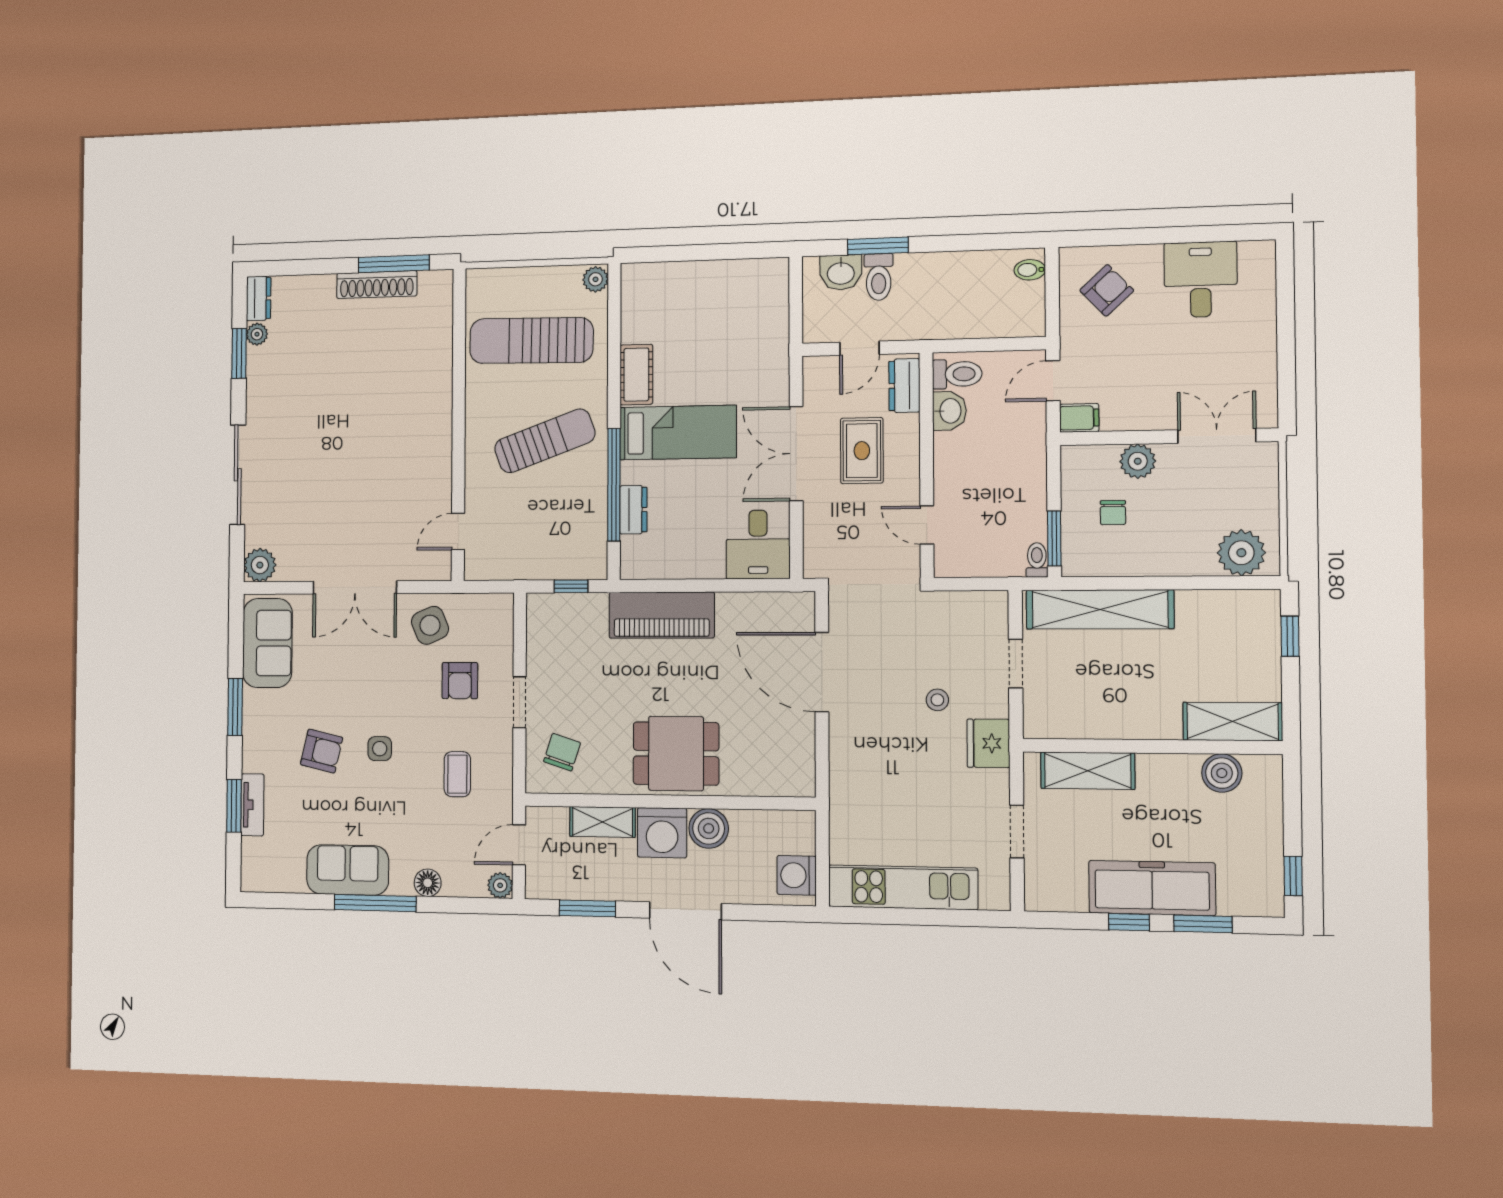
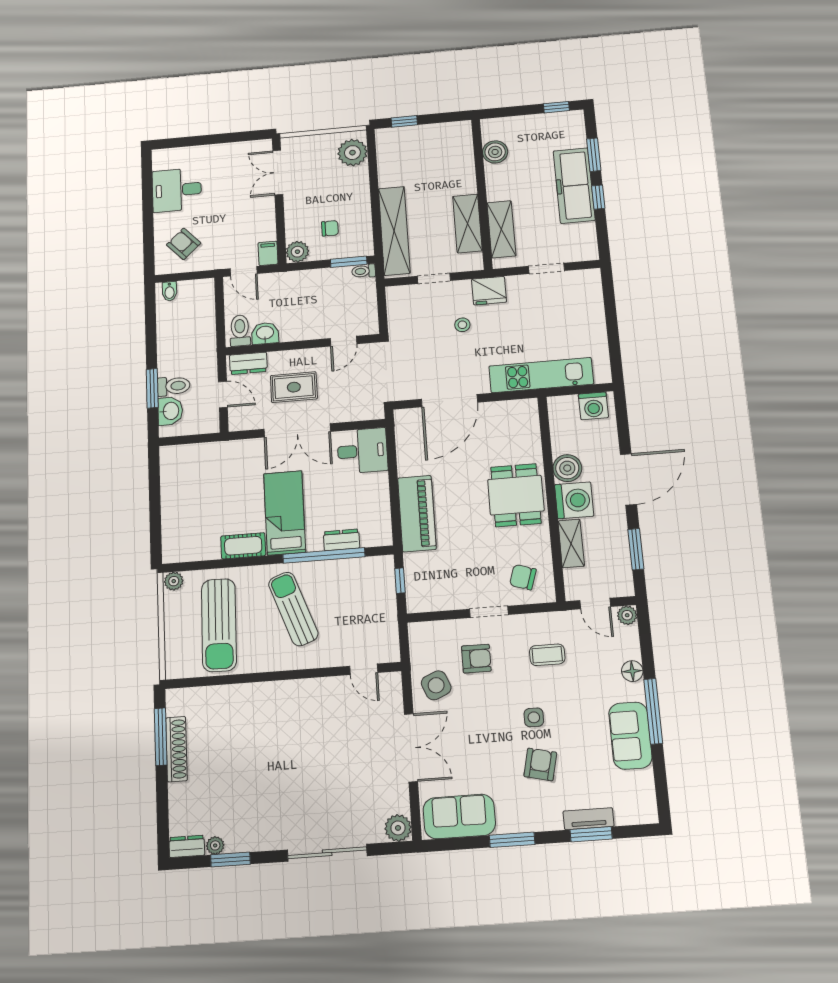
plant: (1138, 461) -> (297, 252), moved
shelving: (1233, 721) -> (467, 223), moved
kitchen unit: (903, 887) -> (541, 375), moved, turned 90

